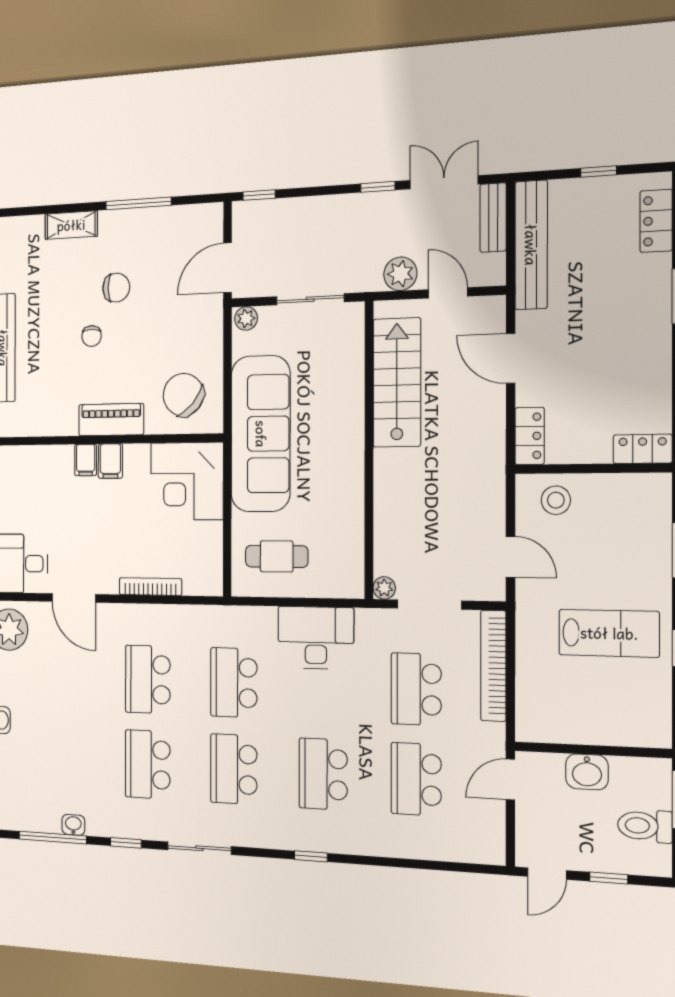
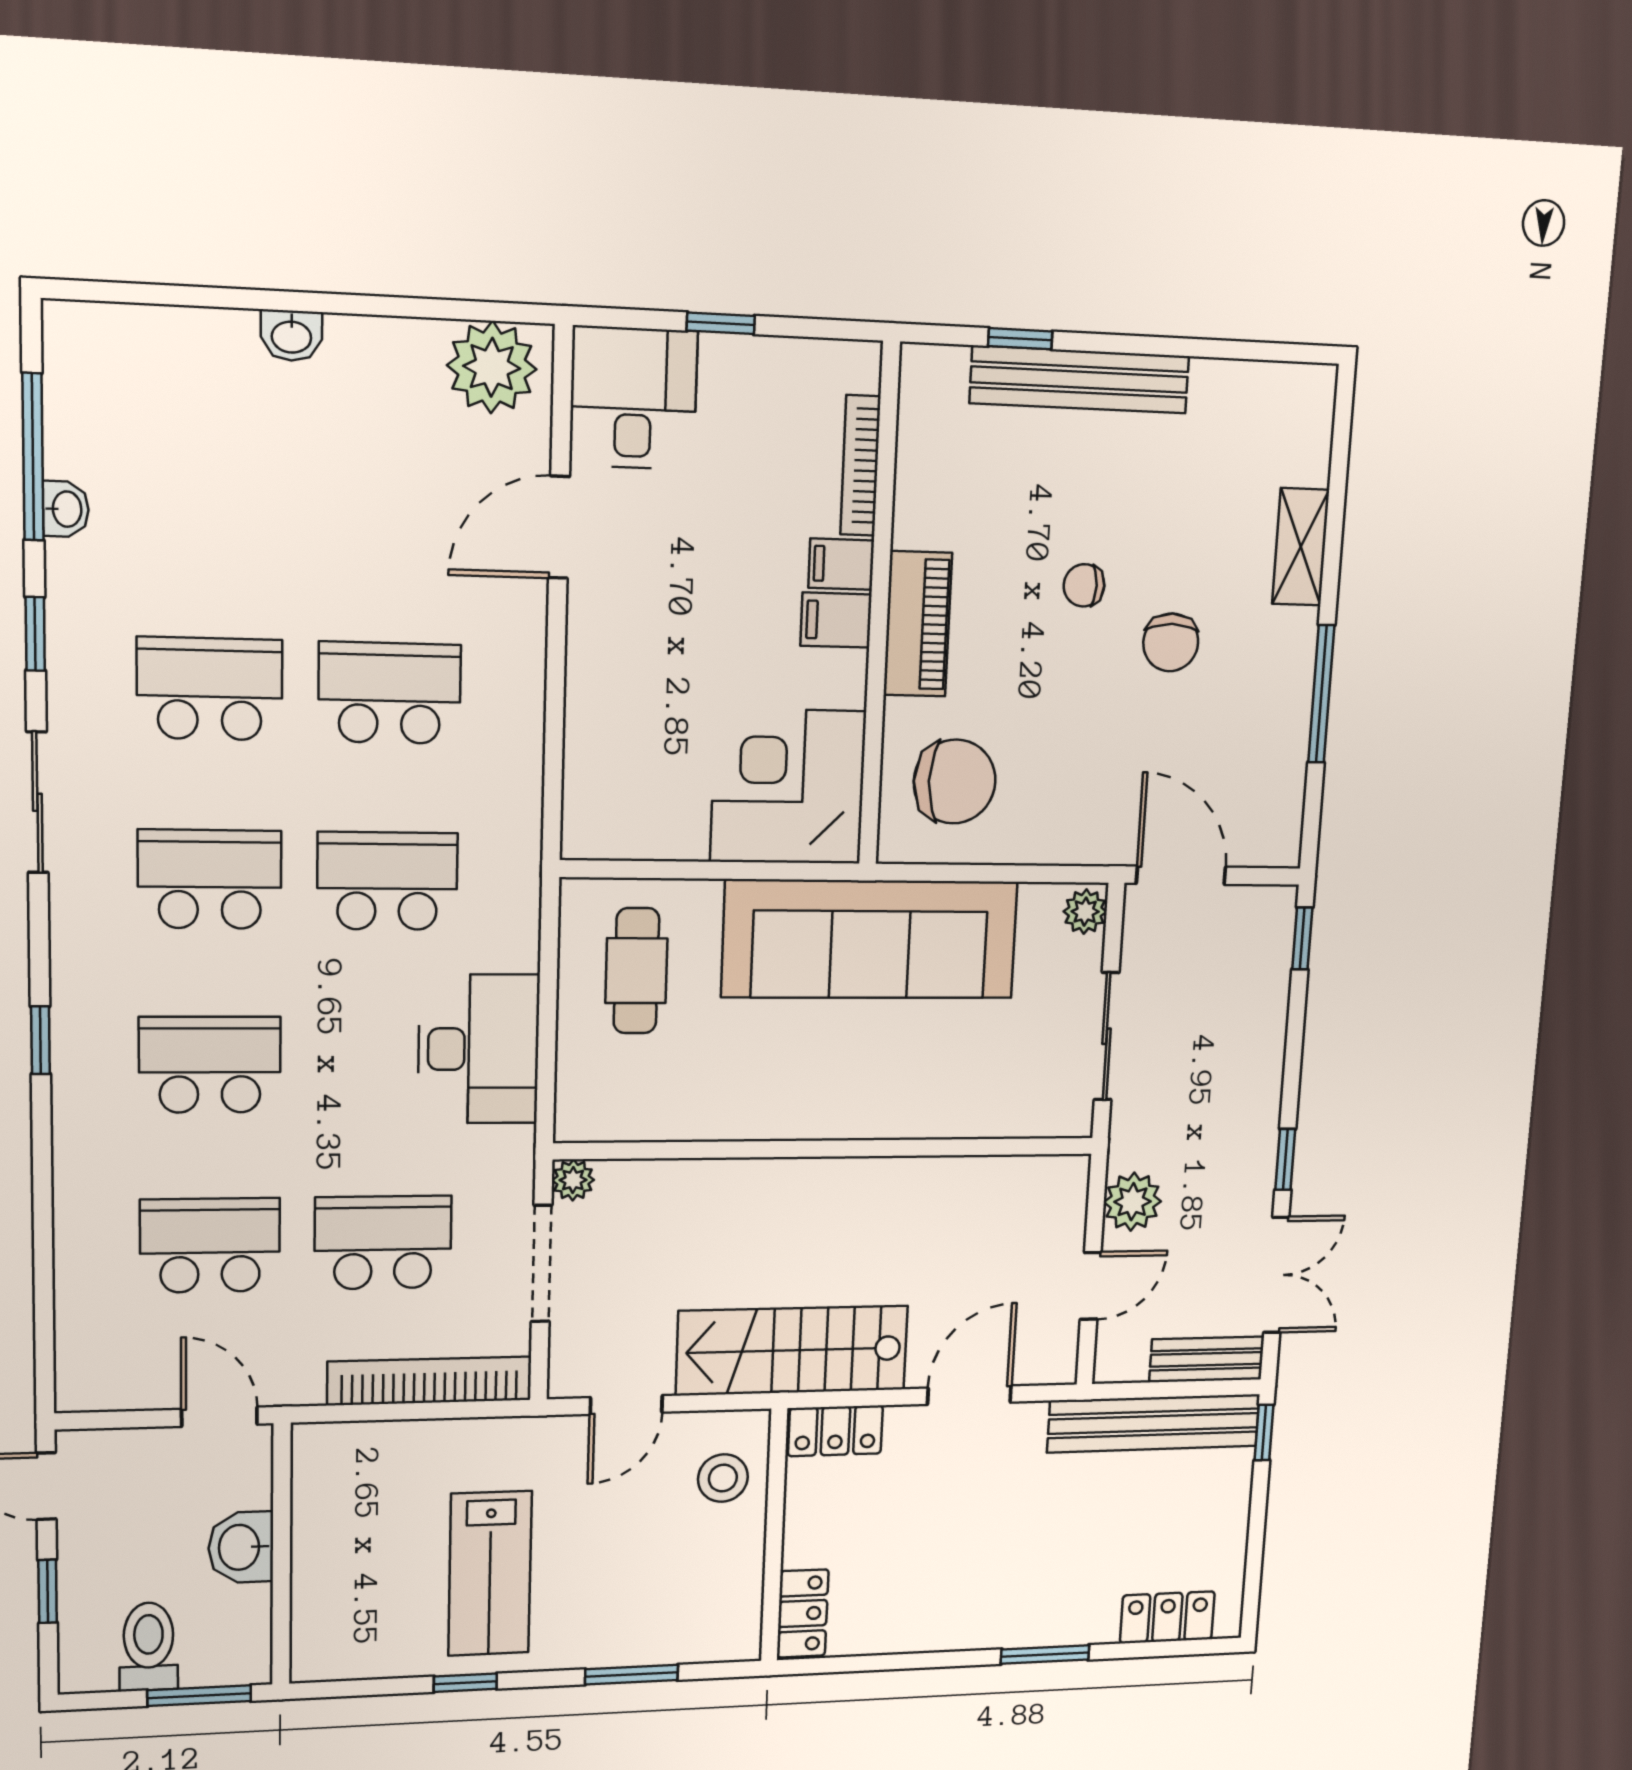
window: (599, 172) -> (1264, 1433), moved
stairs: (397, 383) -> (792, 1350), moved, turned 180
chair: (183, 395) -> (955, 782), turned 49
bookcase: (150, 587) -> (860, 466), moved, turned 180

